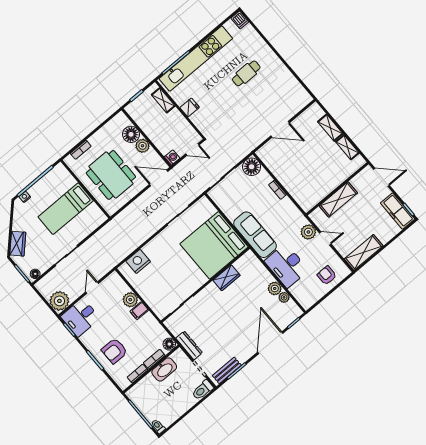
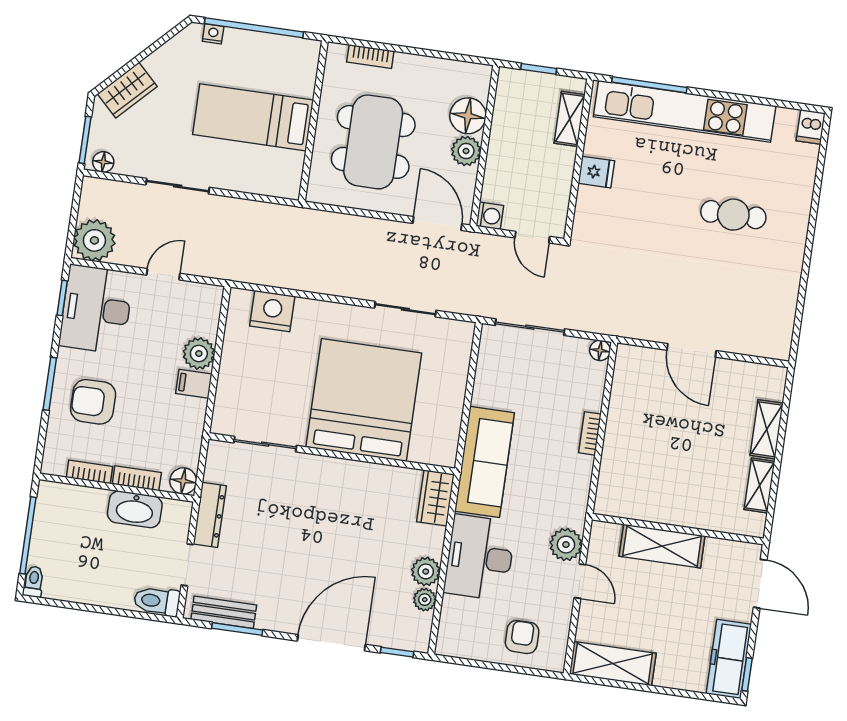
floor lamp: (252, 167) -> (600, 350), width x0.53, depth x0.53
bed: (214, 245) -> (364, 400), moved, turned 90
wardrobe: (226, 278) -> (435, 498), moved, turned 90
desk: (80, 317) -> (96, 309), width x1.37

